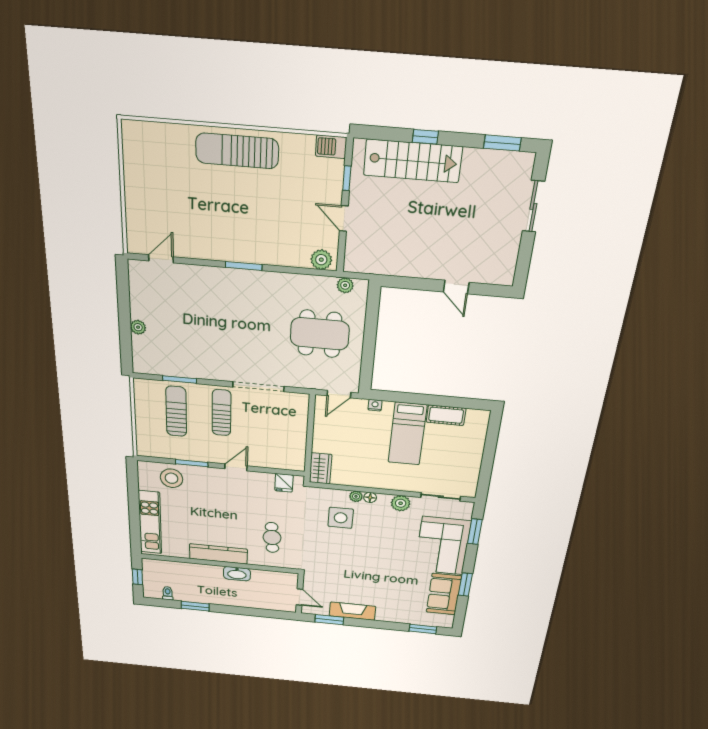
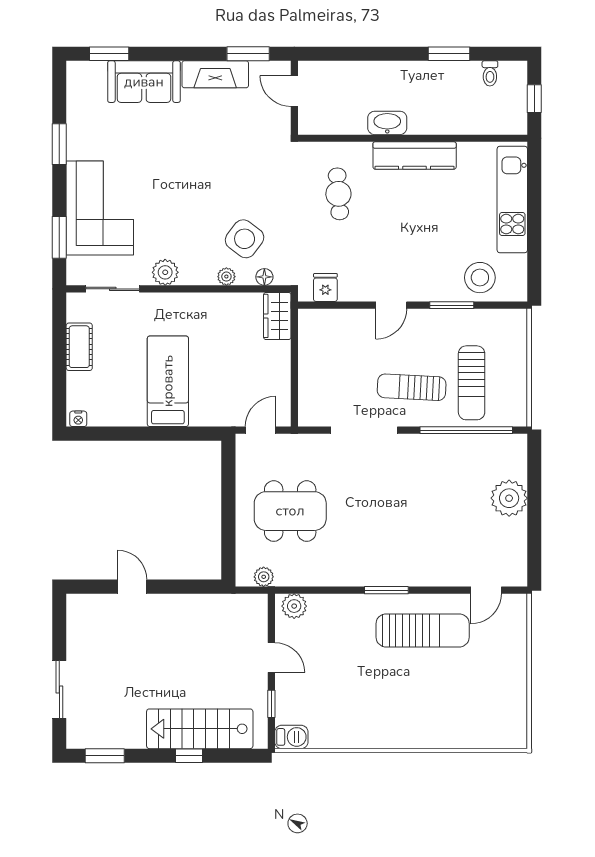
sun lounger: (237, 151) -> (423, 630), moved
plant: (138, 327) -> (509, 498), width x1.87, depth x1.87
window: (180, 380) -> (466, 430), width x2.11
nightstand: (375, 405) -> (78, 419), moved
sun lounger: (221, 413) -> (412, 387), turned 93
cot: (446, 415) -> (79, 347), moved, turned 90
floor lamp: (370, 497) -> (264, 277), moved
side table: (341, 518) -> (245, 239), turned 37
sofa: (444, 594) -> (144, 82), moved, turned 90

